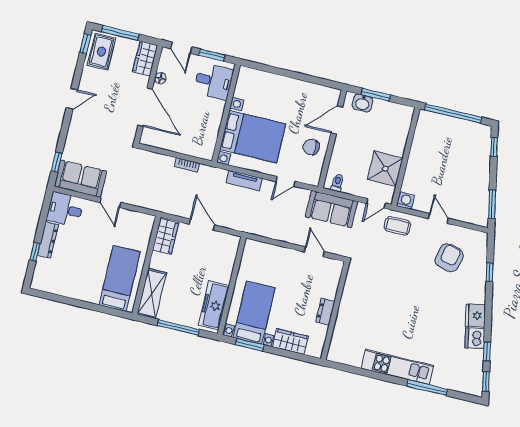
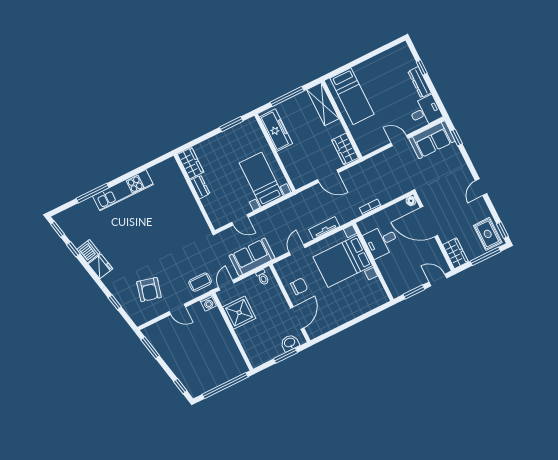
floor lamp: (160, 78) -> (411, 201), moved
desk: (214, 81) -> (381, 241), moved
bed with nightstands: (254, 313) -> (261, 179), moved, turned 180
wardrobe: (290, 342) -> (191, 163), moved, turned -90

